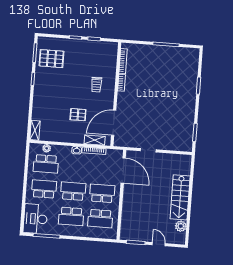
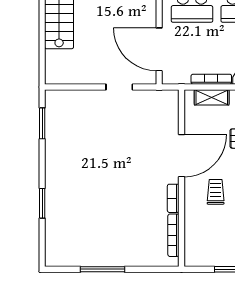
door: (114, 123) -> (181, 156), moved

